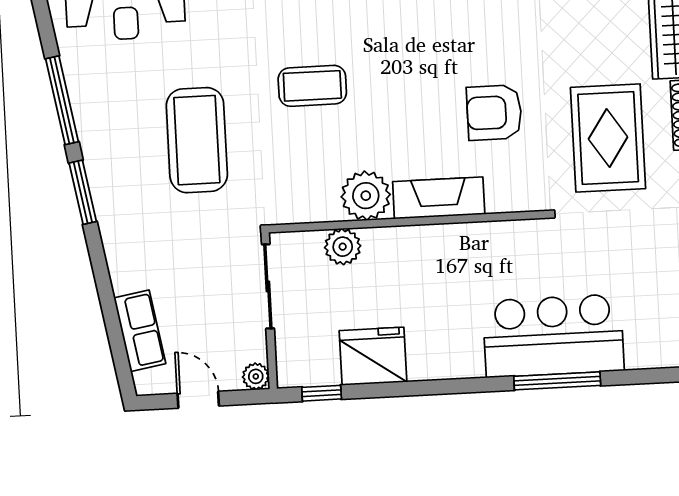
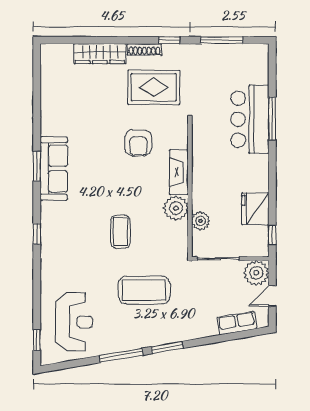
plant: (256, 376) -> (256, 273), width x1.88, depth x1.88

